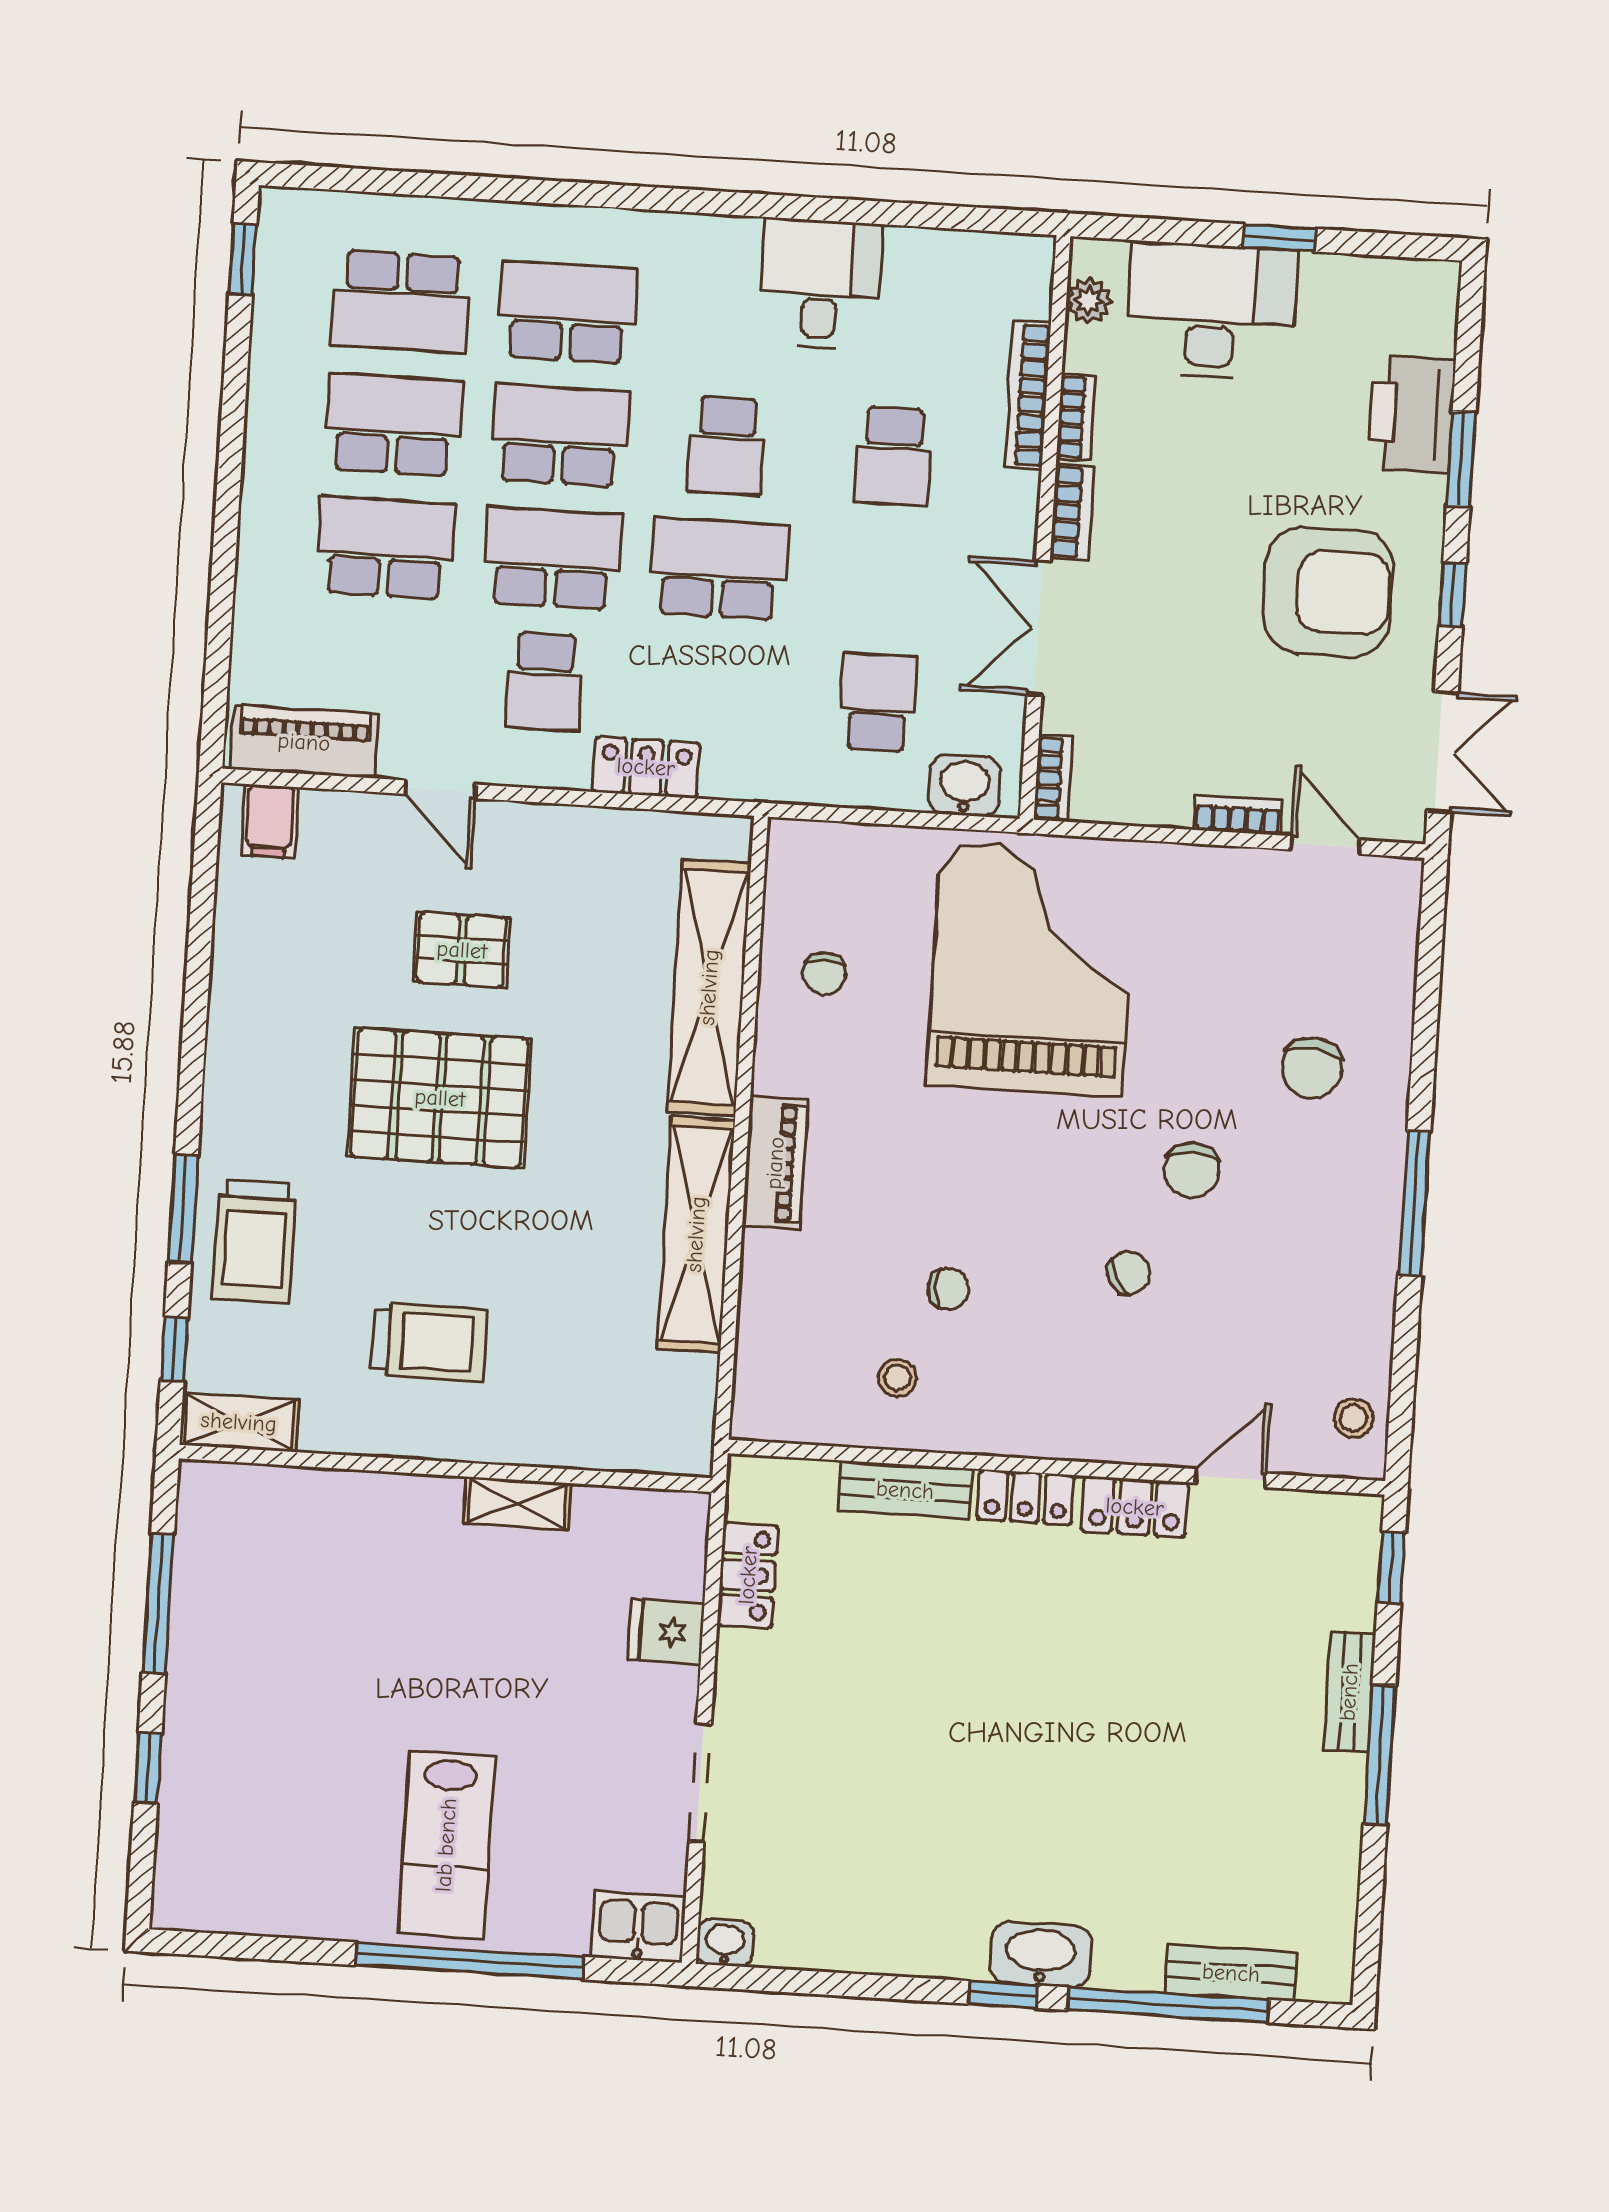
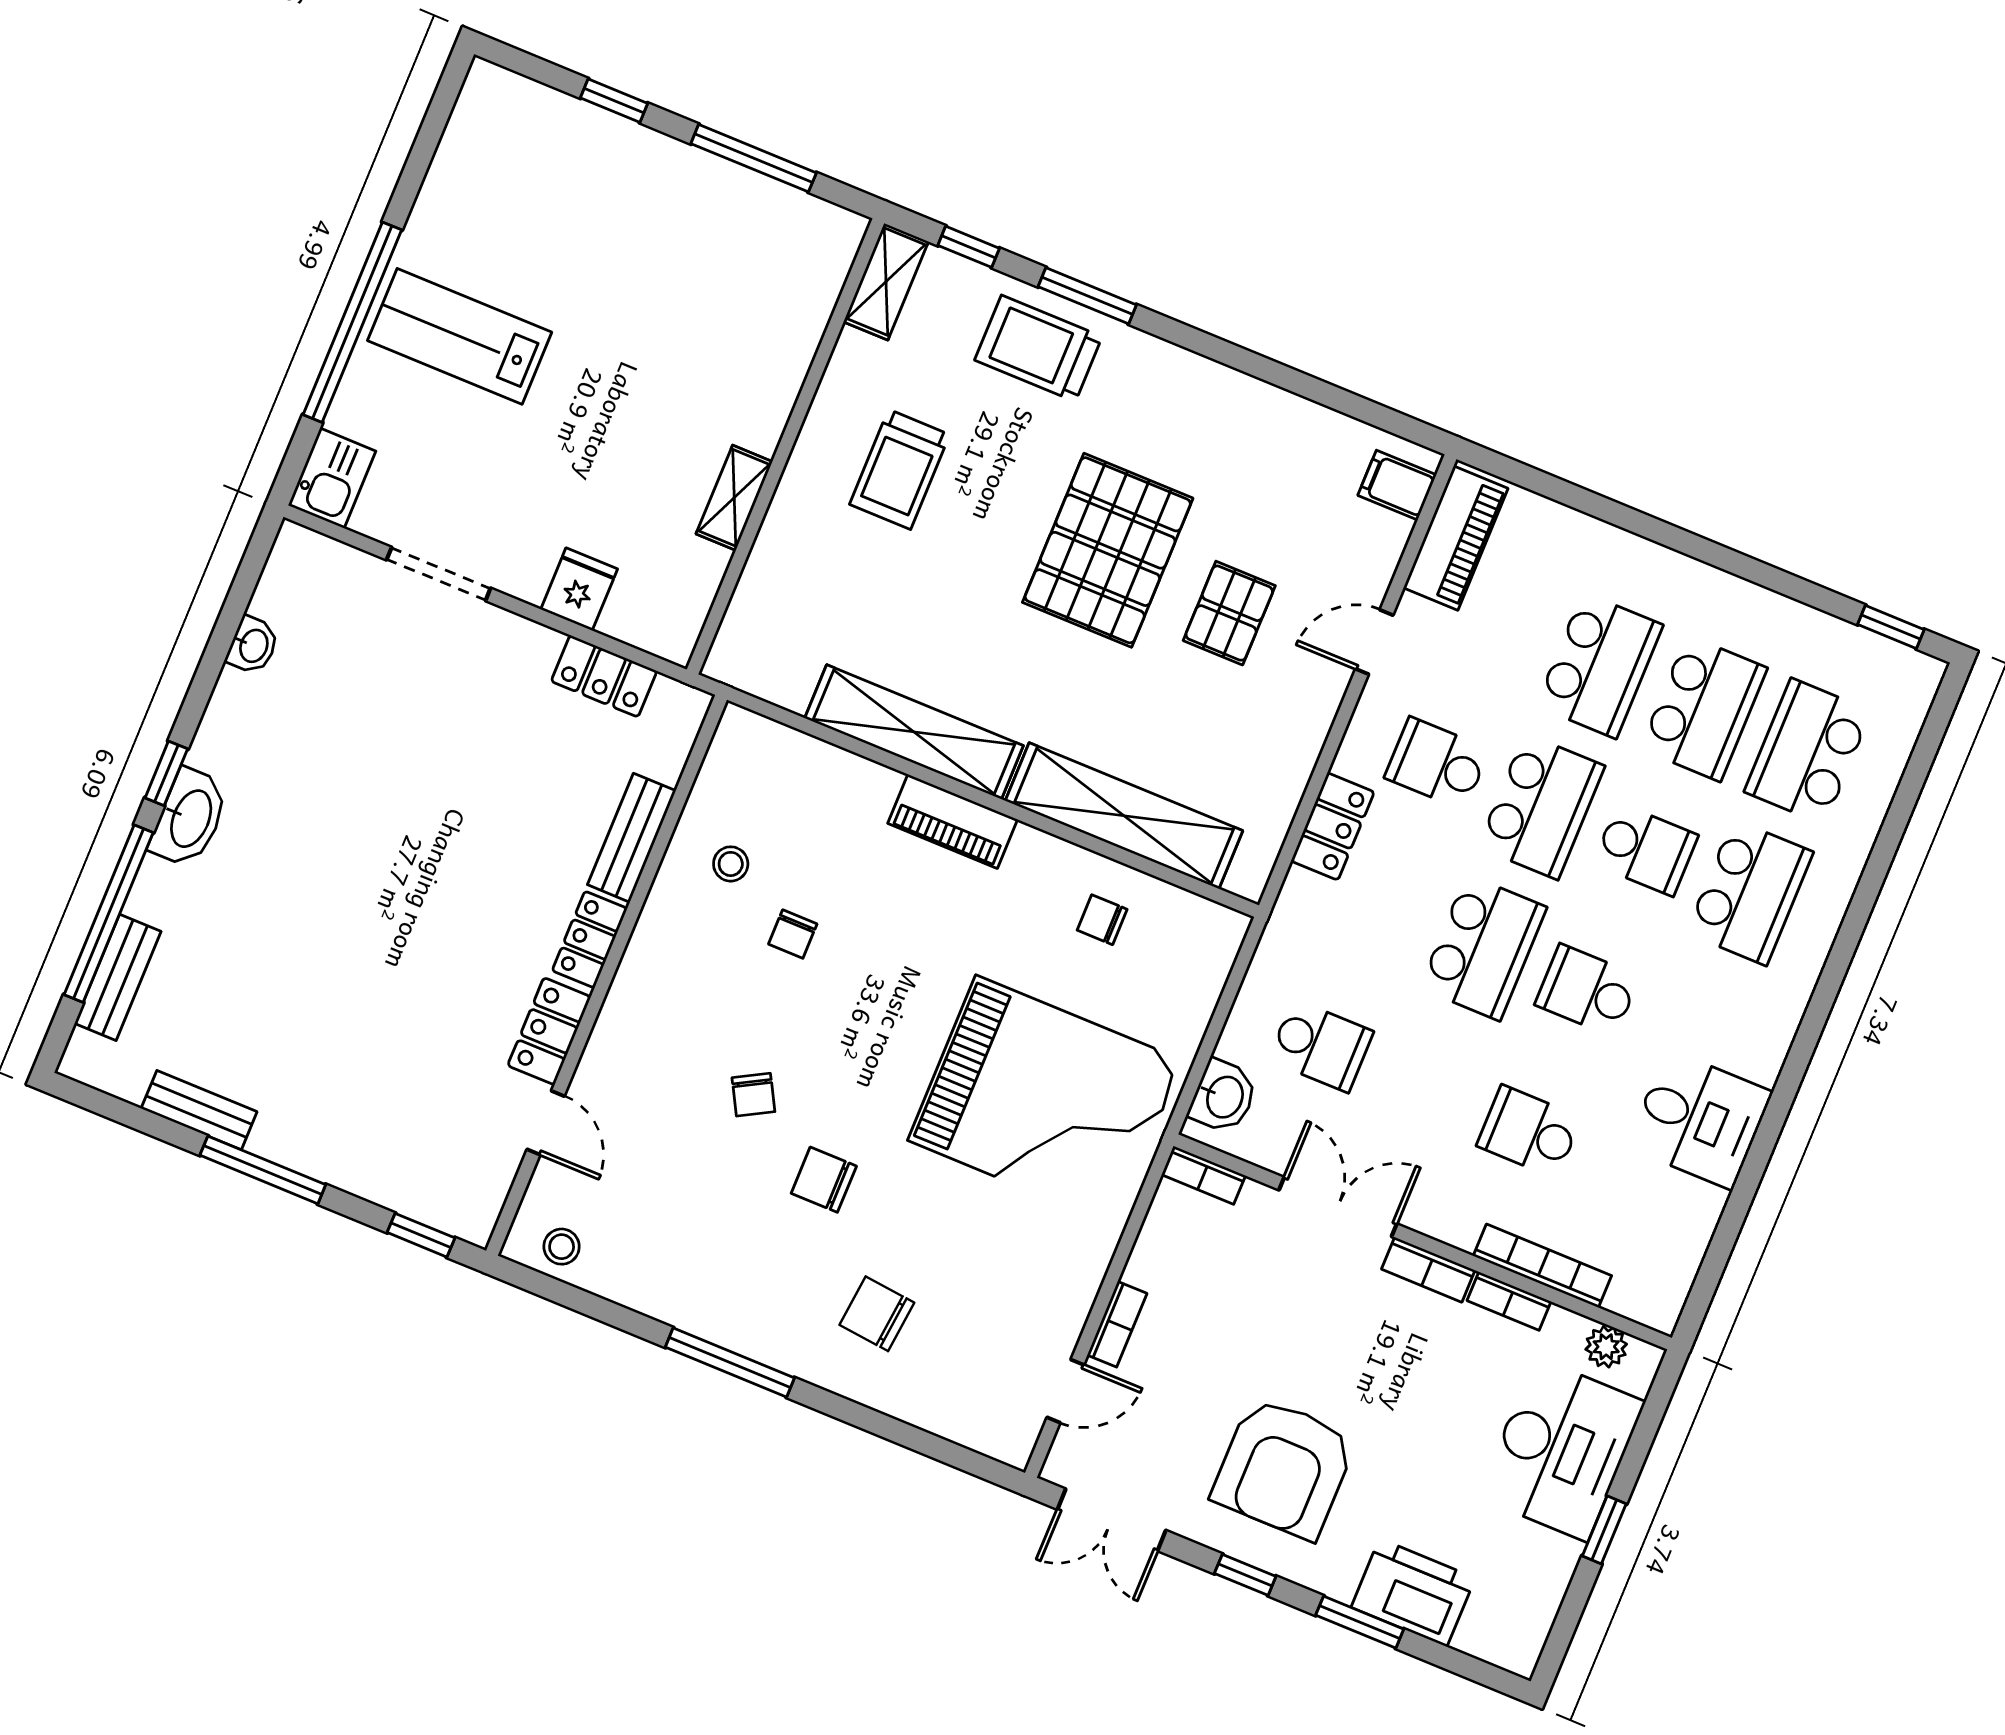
school desk: (560, 435) -> (1645, 849), width x0.54
bench: (1349, 1692) -> (199, 1110), moved
washbasin: (725, 1943) -> (253, 645), moved

